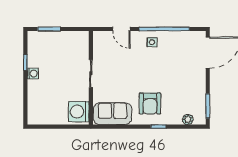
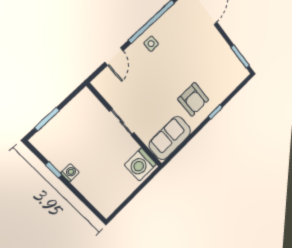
door: (121, 29) -> (114, 56), hinge flipped
plant: (188, 119) -> (233, 83), removed

